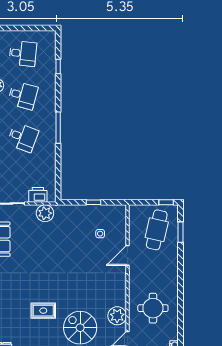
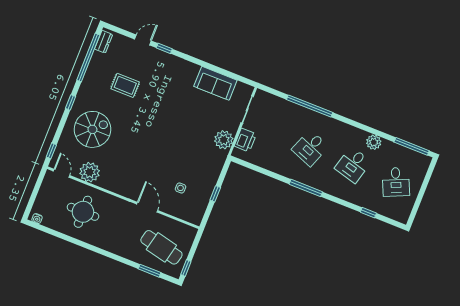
desk: (23, 53) -> (396, 182), turned -30
rug: (43, 311) -> (125, 85), moved, turned 90

